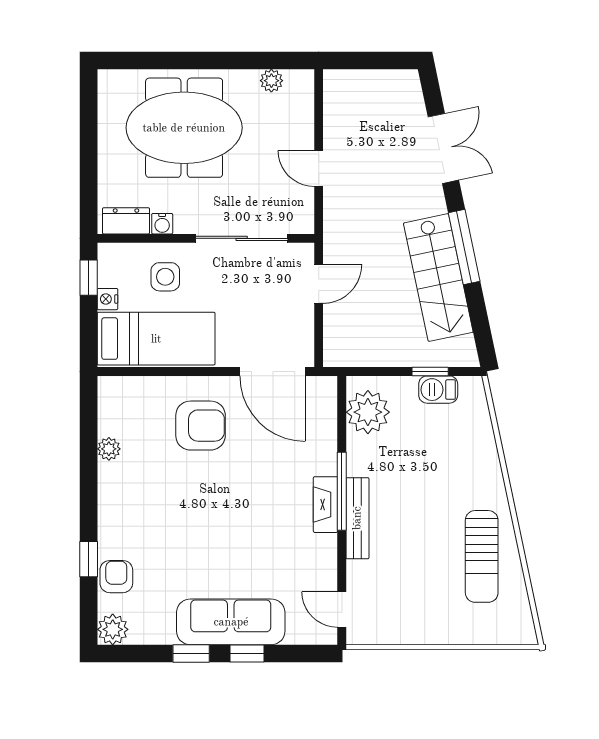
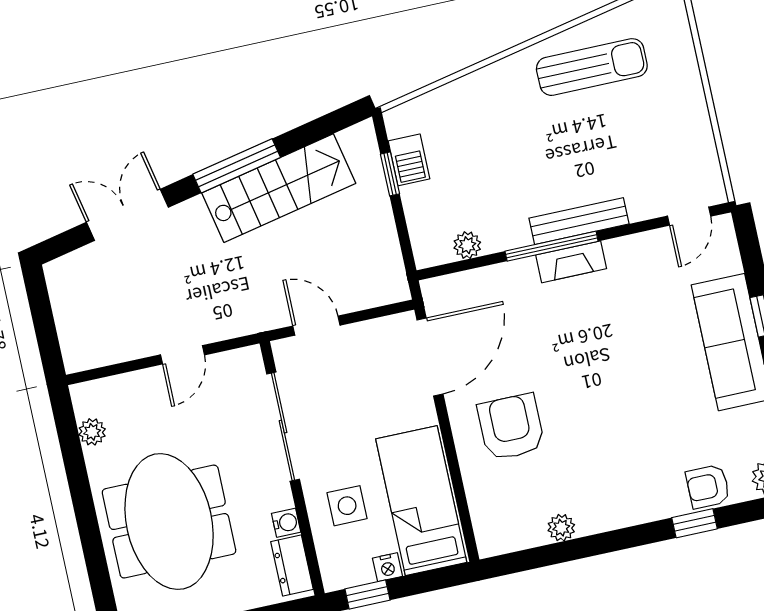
plant: (368, 412) -> (467, 245), width x0.53, depth x0.53

